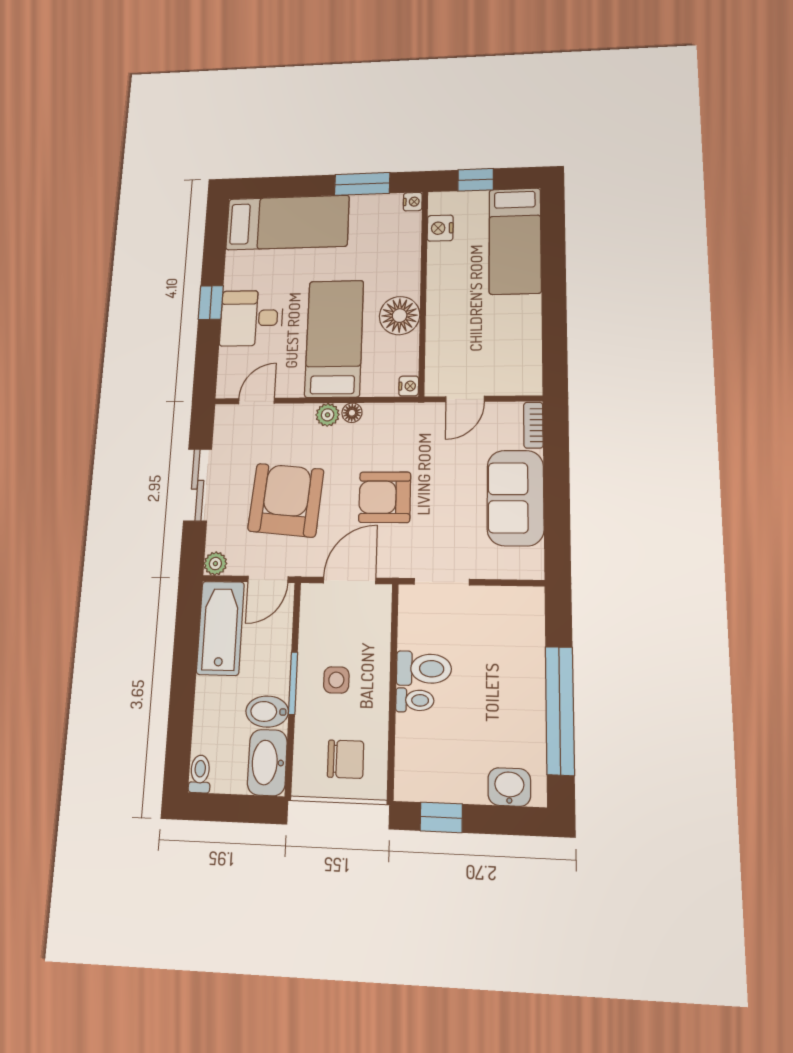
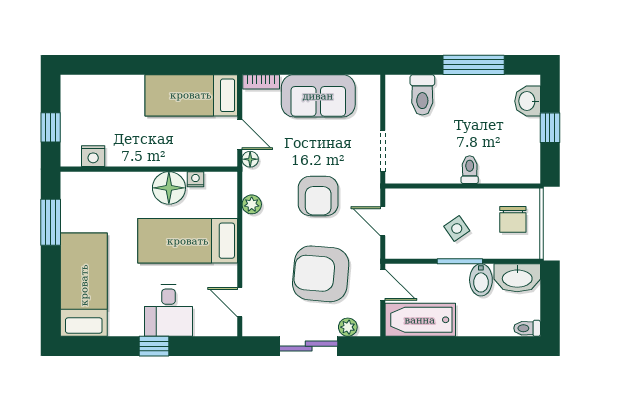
nightstand: (413, 202) -> (69, 179), removed
bed: (515, 241) -> (191, 95), moved, turned 180
nightstand: (409, 386) -> (195, 179), moved
floor lamp: (352, 413) -> (250, 159), moved
plant: (328, 415) -> (252, 204), moved
plant: (215, 564) -> (348, 327), moved
door: (350, 580) -> (383, 221), width x0.73
toilet: (424, 669) -> (422, 95), moved, turned 180
side table: (336, 680) -> (457, 229), turned -35
window: (560, 710) -> (474, 65), width x0.68
chair: (346, 759) -> (513, 219), turned 180
window: (441, 817) -> (550, 128), moved

